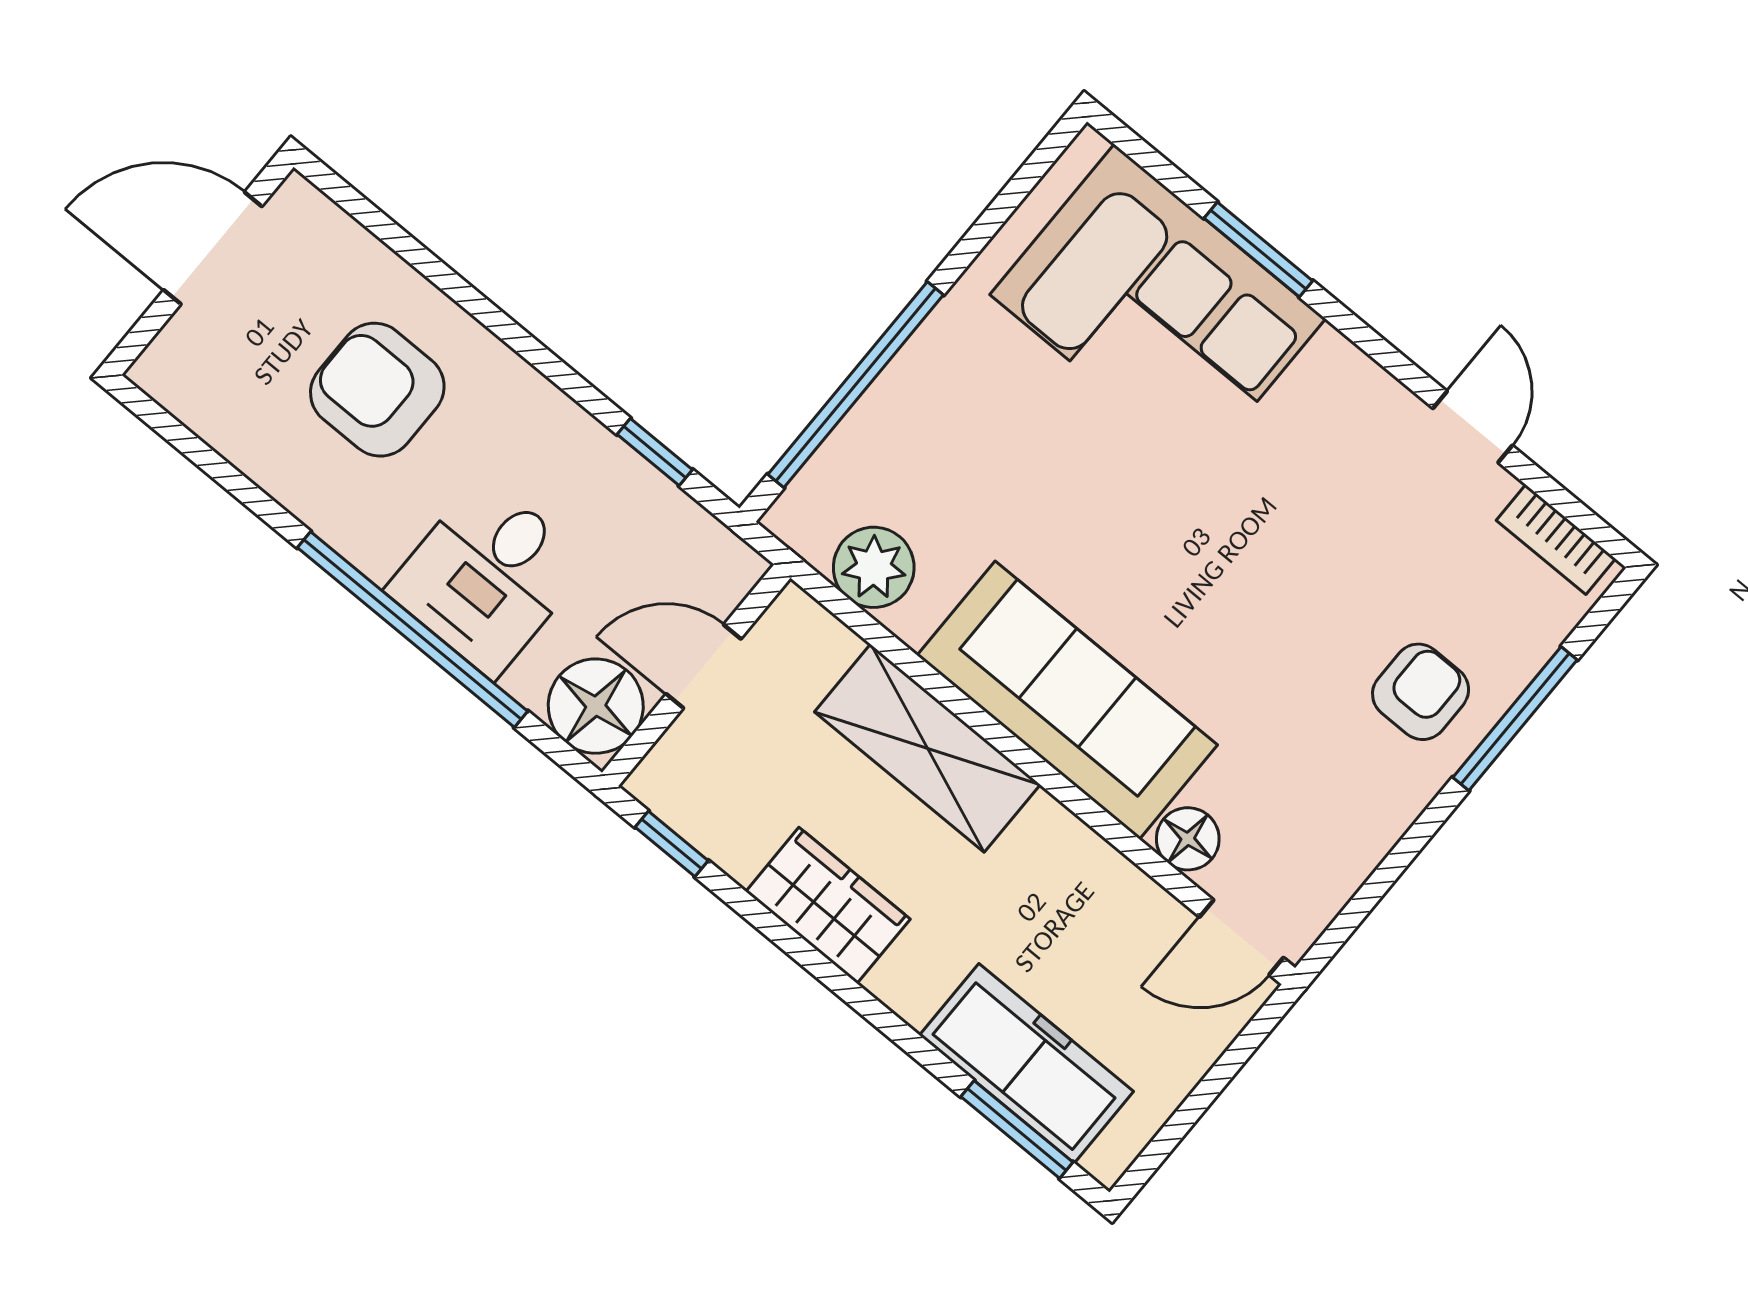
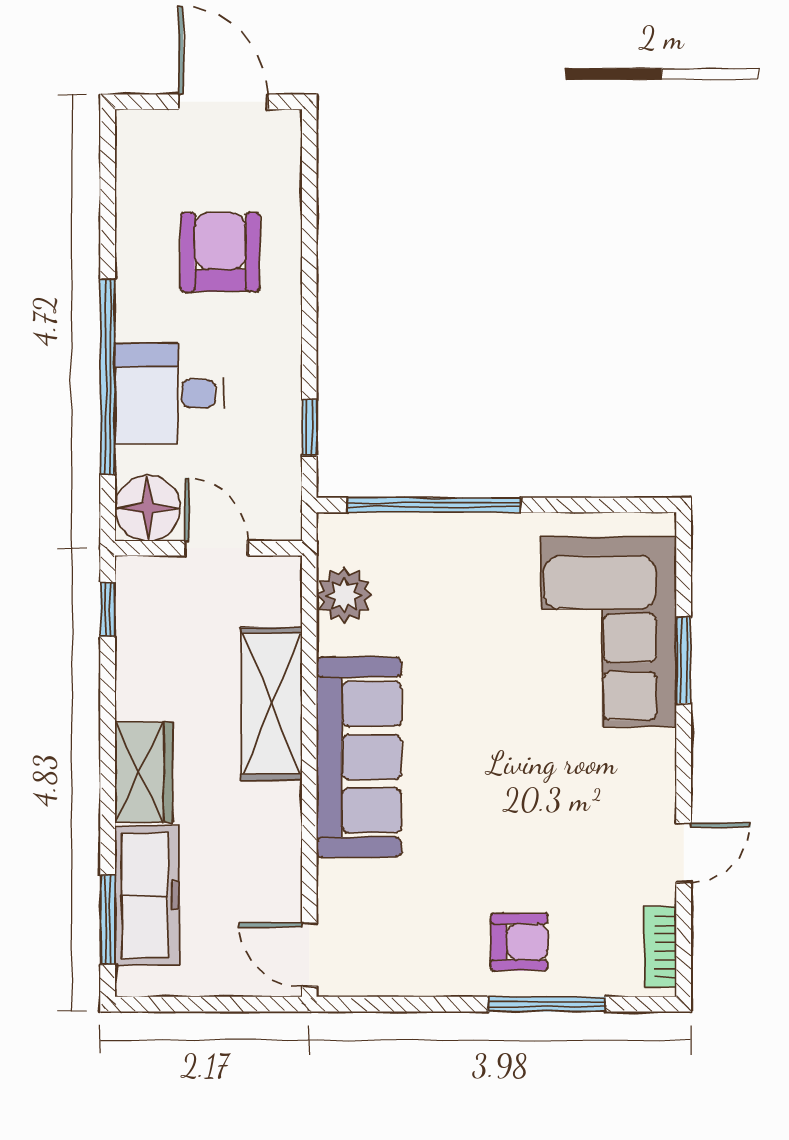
floor lamp: (1188, 839) -> (338, 883), removed
wardrobe: (828, 905) -> (144, 772), moved

